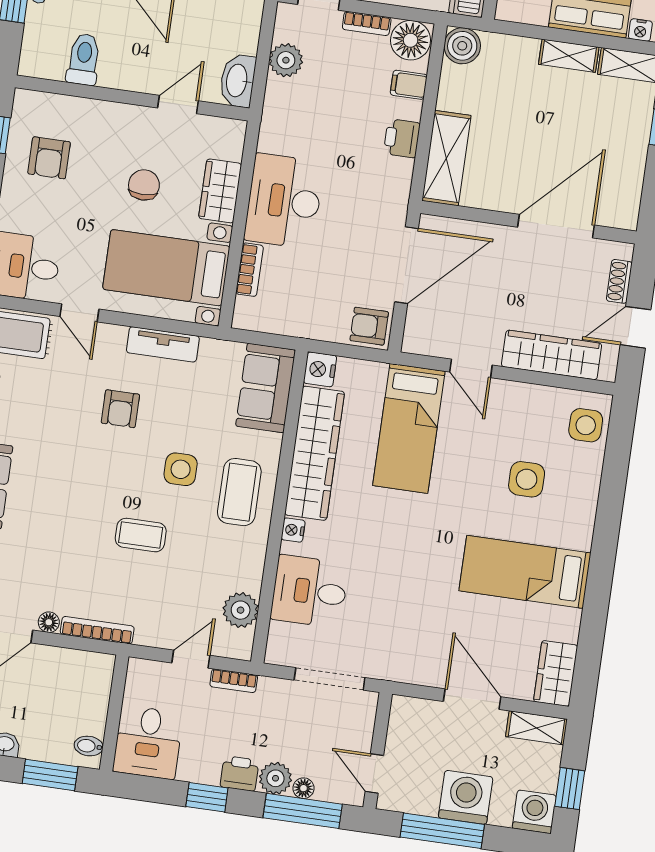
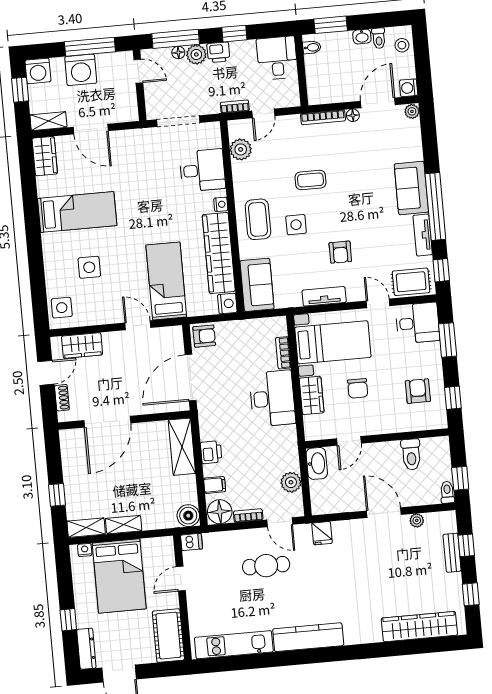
wardrobe: (552, 355) -> (82, 345), width x0.67
armchair: (120, 409) -> (340, 252), turned 180

